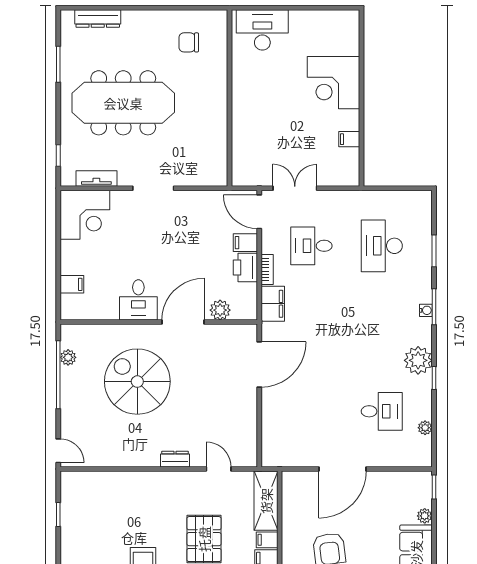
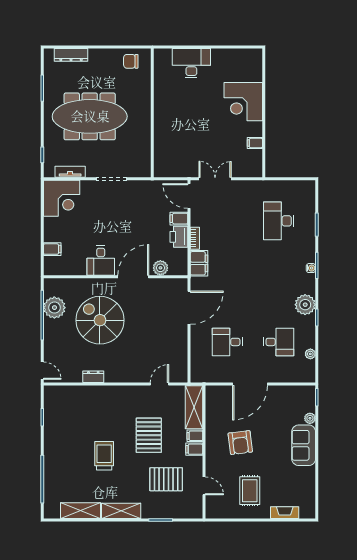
chair: (189, 42) -> (131, 61), moved
wall: (229, 98) -> (152, 113), moved
desk: (311, 246) -> (227, 342), moved
plant: (68, 357) -> (54, 308), width x1.87, depth x1.87
dresser: (175, 459) -> (93, 377), moved
door: (219, 469) -> (159, 384), hinge flipped

